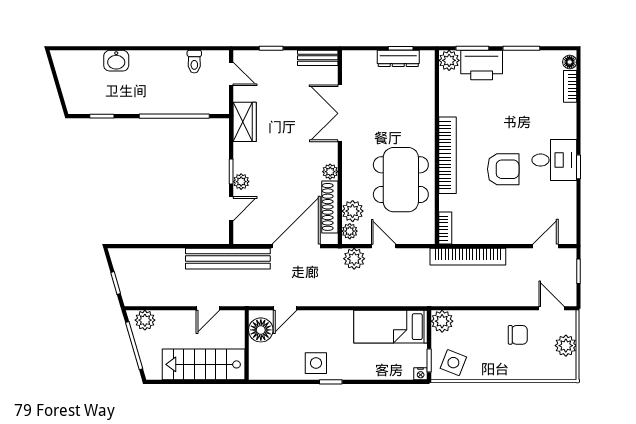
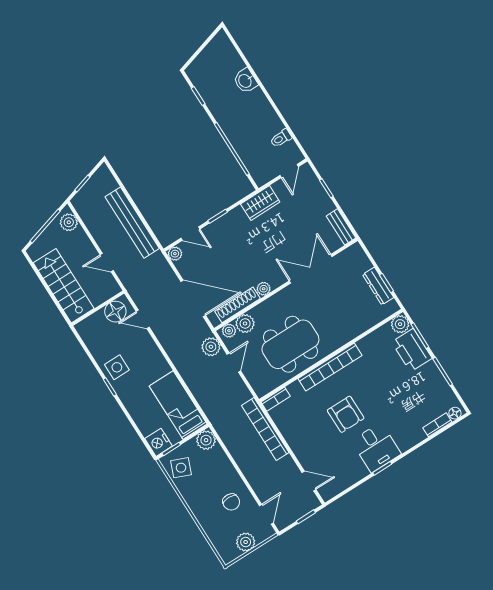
plant: (241, 182) -> (175, 254), moved
bench: (228, 259) -> (132, 223), moved
nightstand: (421, 374) -> (158, 442), width x1.89, depth x1.79

